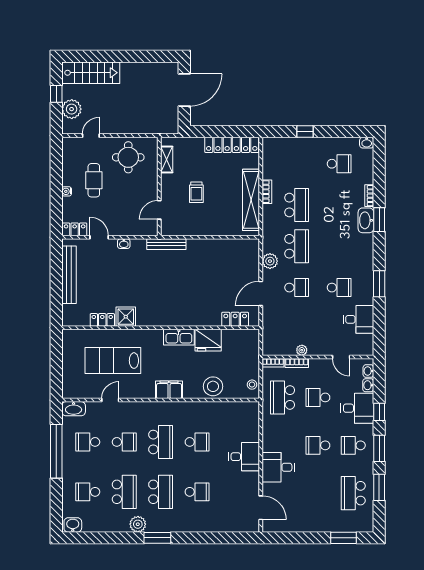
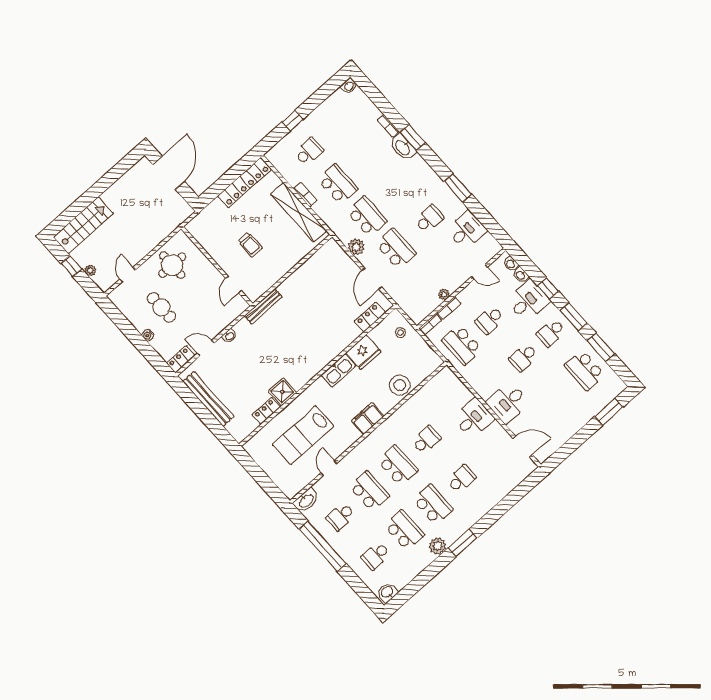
plant: (72, 109) -> (90, 270), width x0.53, depth x0.53
shelving: (167, 160) -> (204, 240), removed
school desk: (339, 164) -> (309, 152), moved
school desk: (297, 288) -> (396, 249), width x1.85
stool: (252, 385) -> (400, 333), moved
school desk: (124, 442) -> (369, 491), width x1.85

